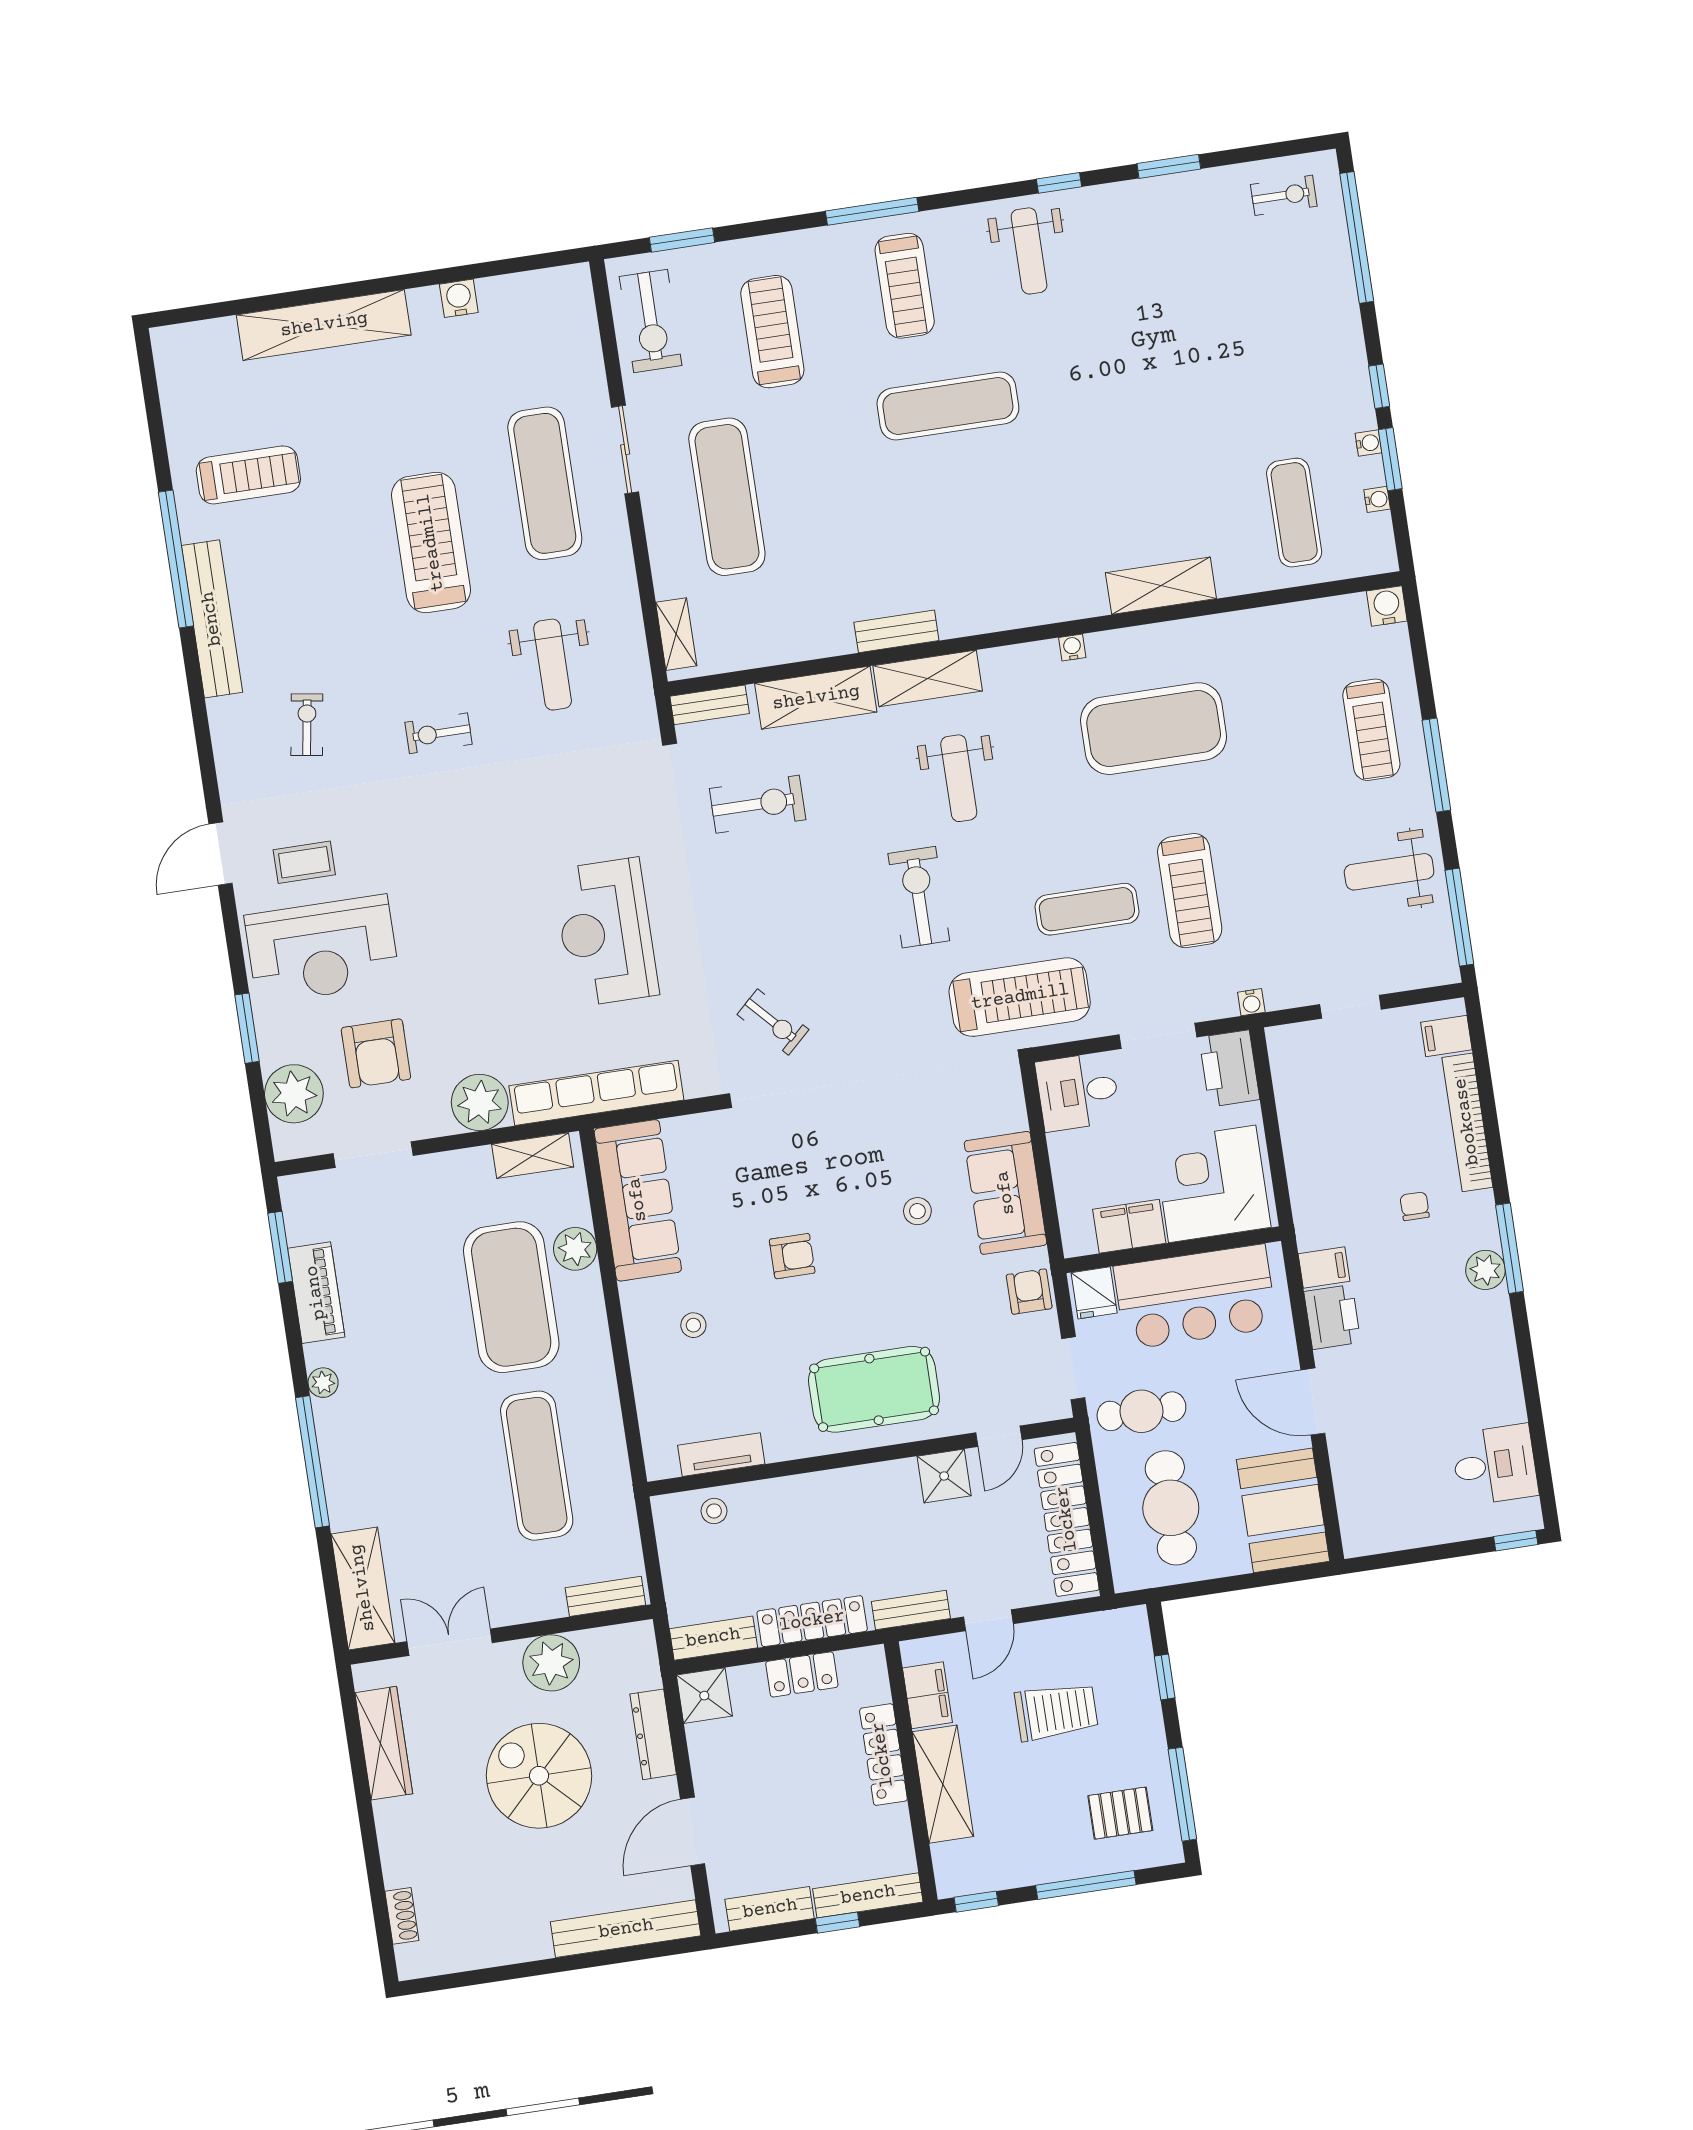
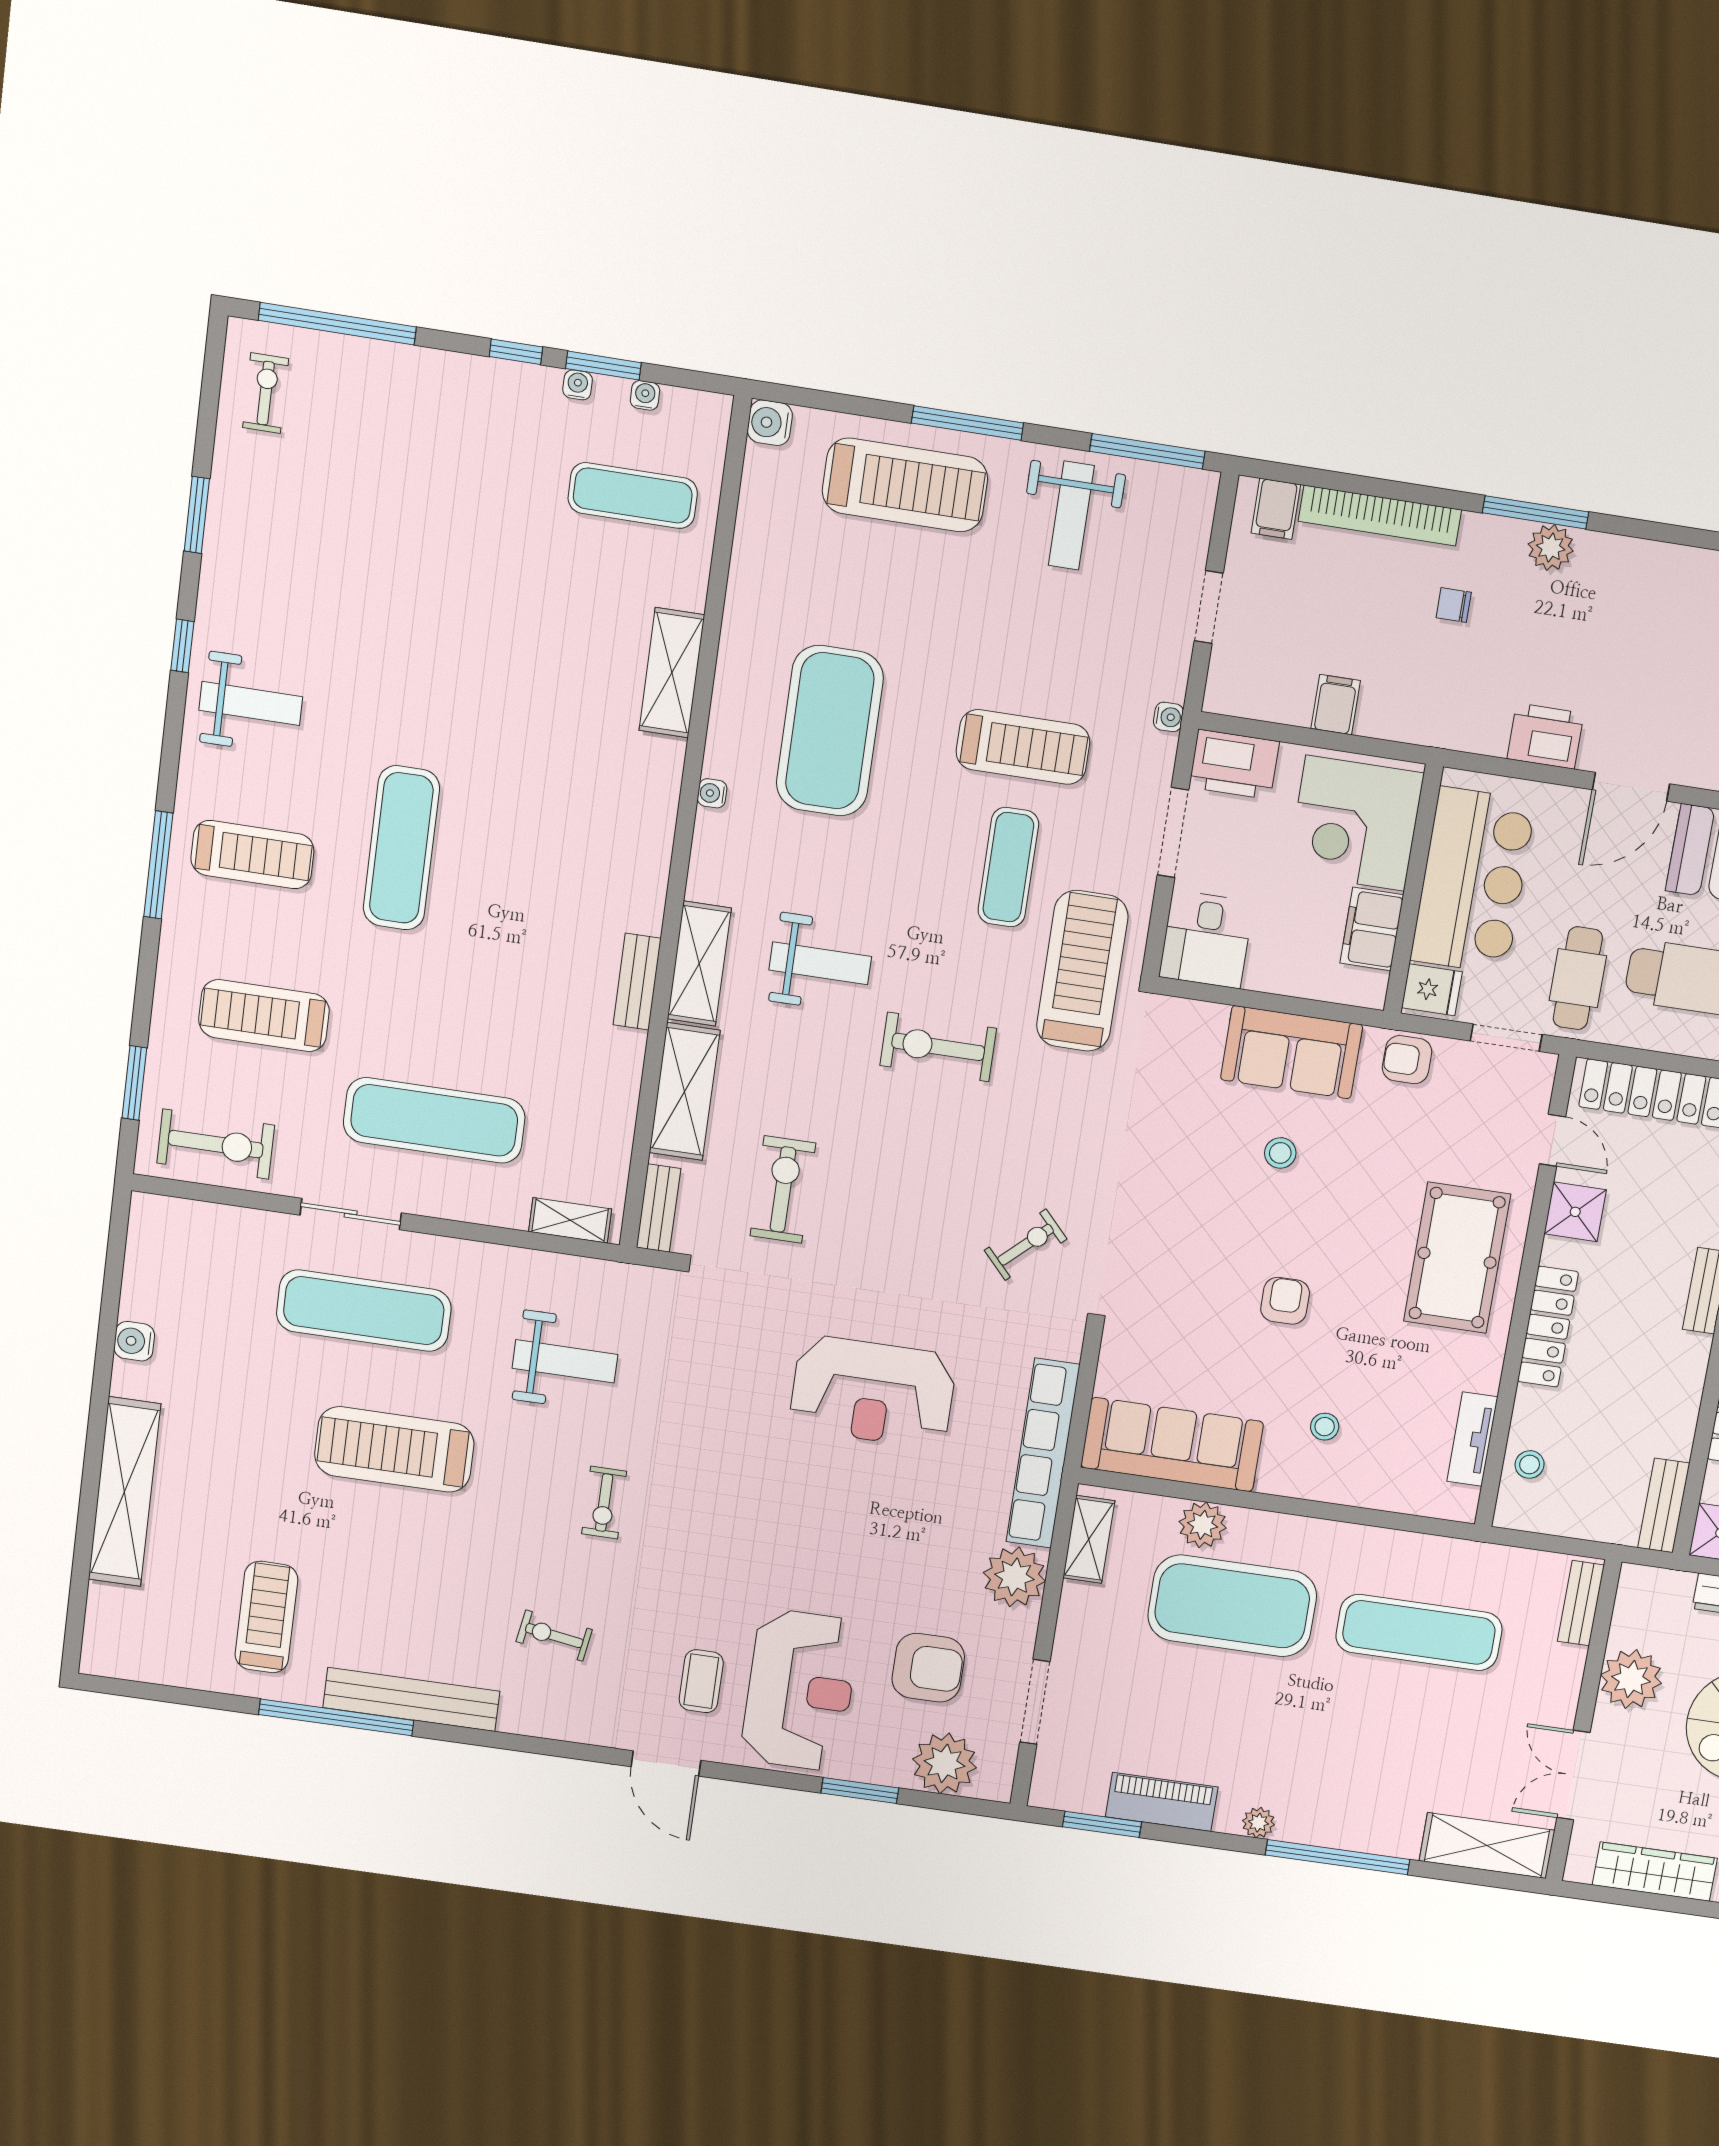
treadmill: (1371, 730) -> (905, 485), width x1.37, depth x1.38
filing cabinet: (1324, 1267) -> (1336, 705), moved
locker: (812, 1621) -> (1548, 1327), moved, turned 180

